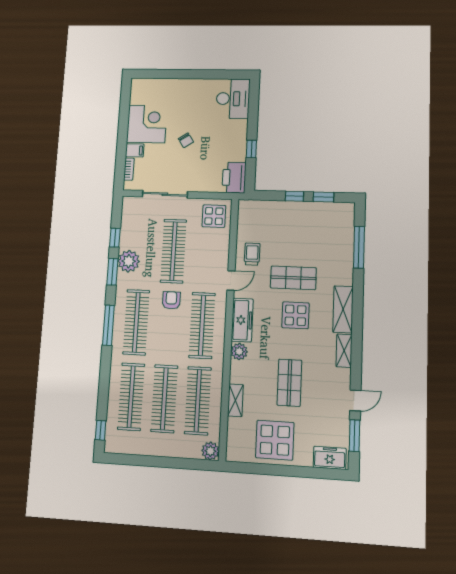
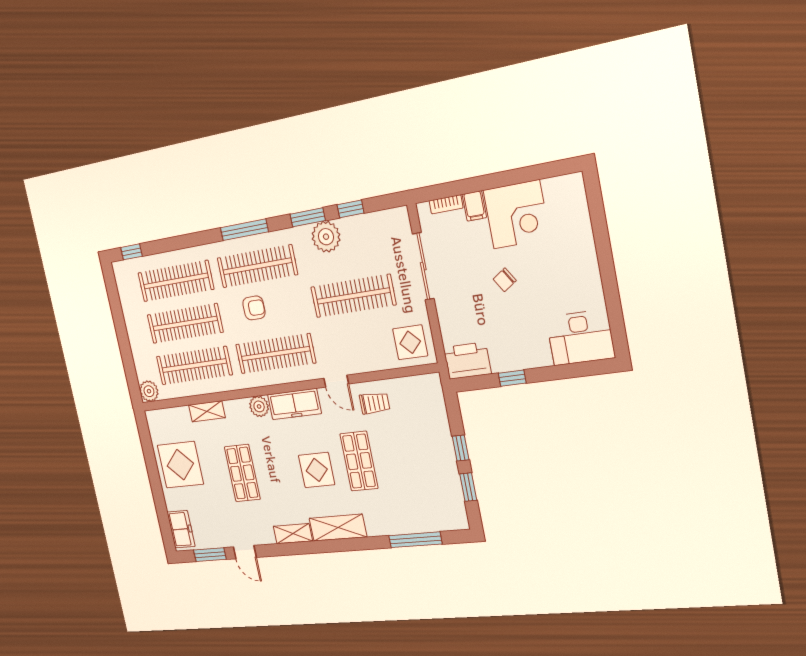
armchair: (171, 300) -> (254, 308), moved
shop shelf: (289, 383) -> (242, 473), turned 90

